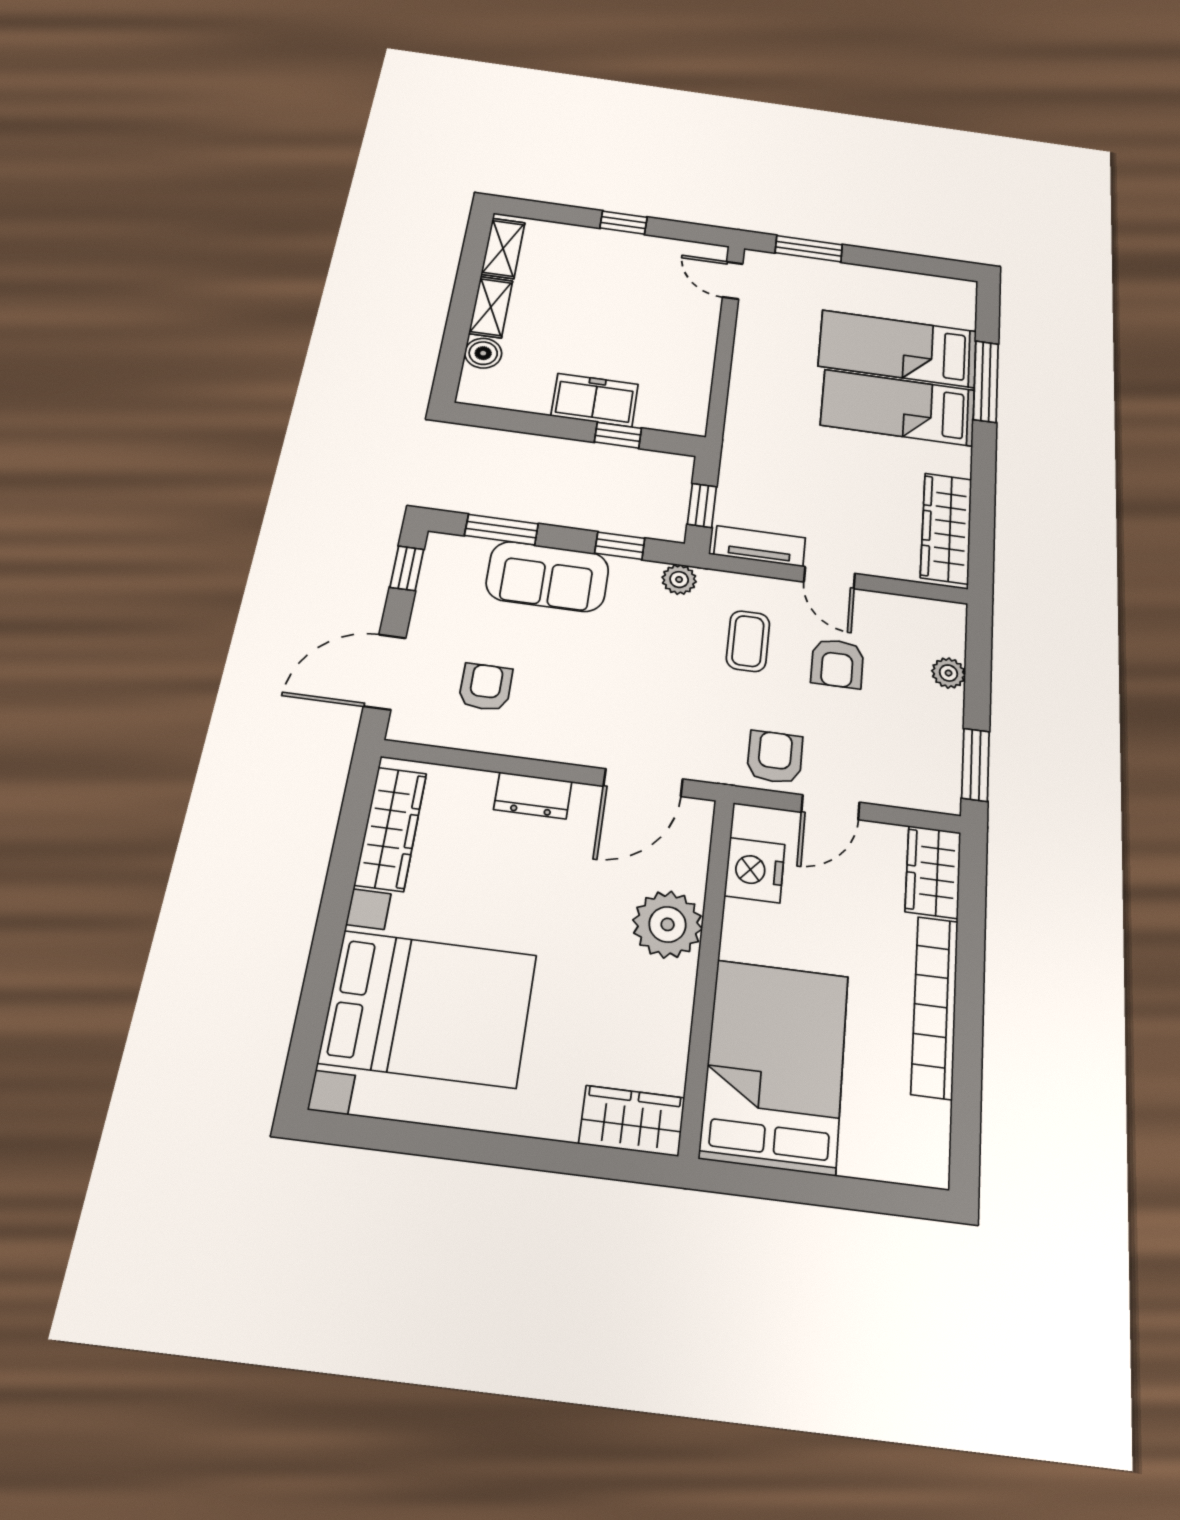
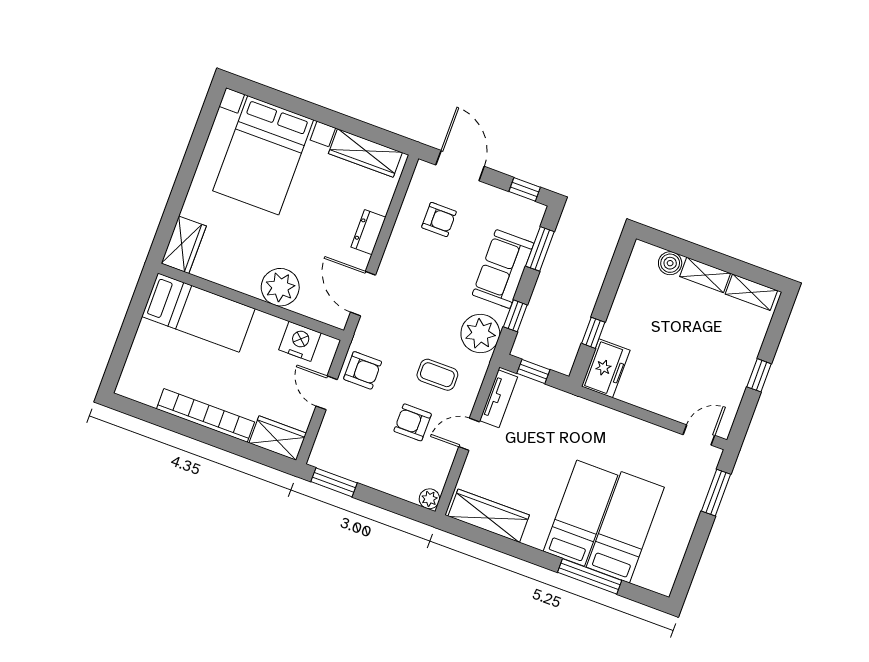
freezer: (595, 400) -> (606, 368), moved
plant: (679, 580) -> (480, 334), width x1.88, depth x1.88
plant: (949, 673) -> (429, 499), moved
bed: (775, 1065) -> (198, 313), width x0.67

